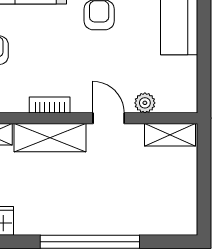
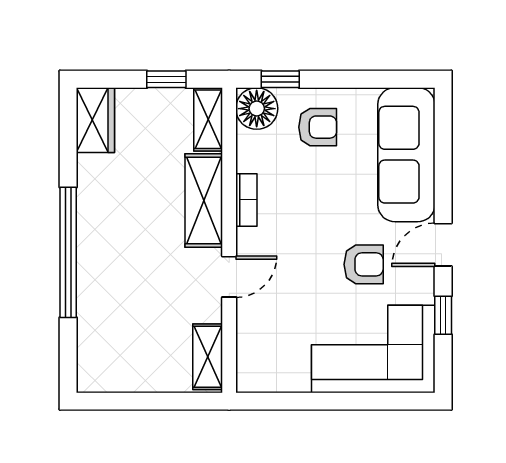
plant: (145, 103) -> (249, 324), removed

